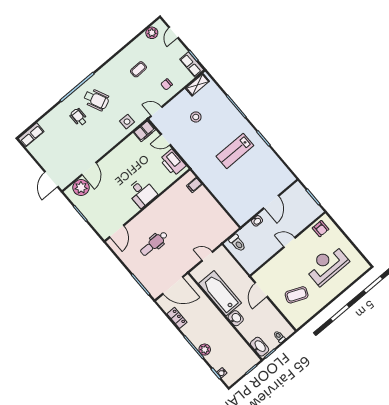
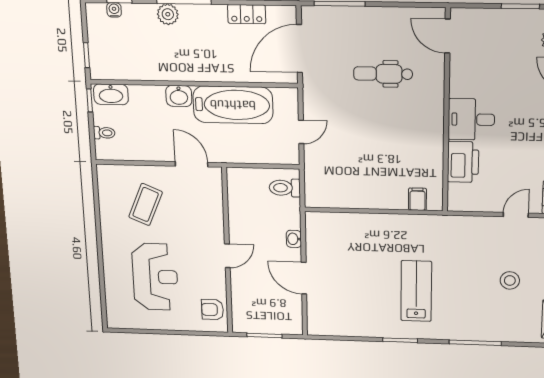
printer: (173, 162) -> (463, 162), moved, turned 90
dental chair: (154, 244) -> (383, 74), turned -90

